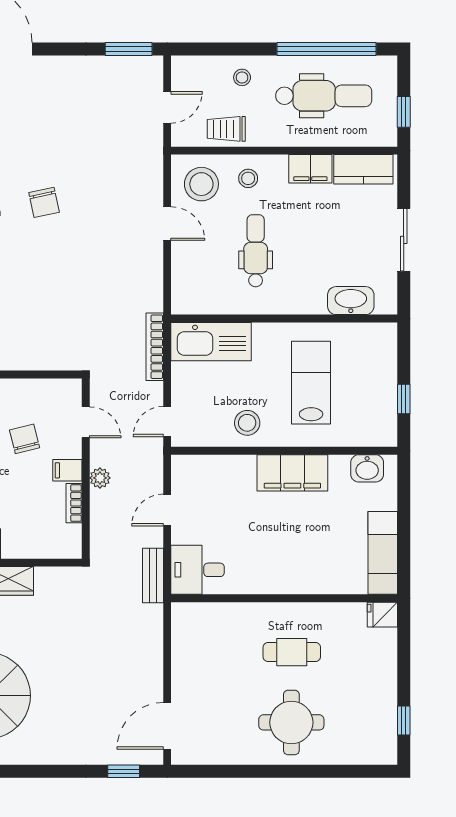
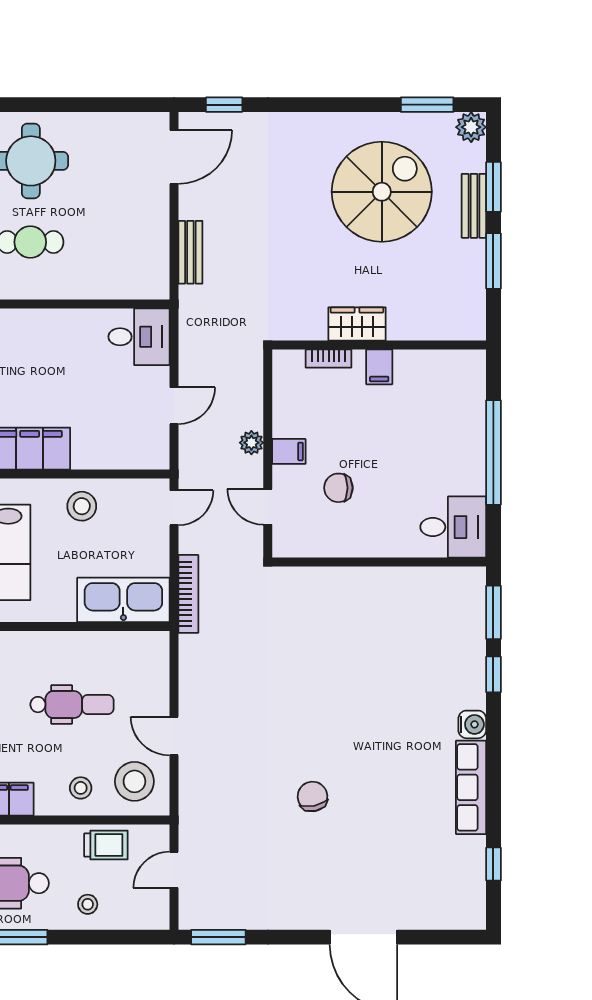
chair: (44, 202) -> (312, 797), moved
dental chair: (256, 251) -> (72, 705), turned -90
chair: (24, 439) -> (338, 488), turned 104
bookcase: (74, 503) -> (329, 359), moved, turned 90
bench: (153, 576) -> (190, 252), moved

